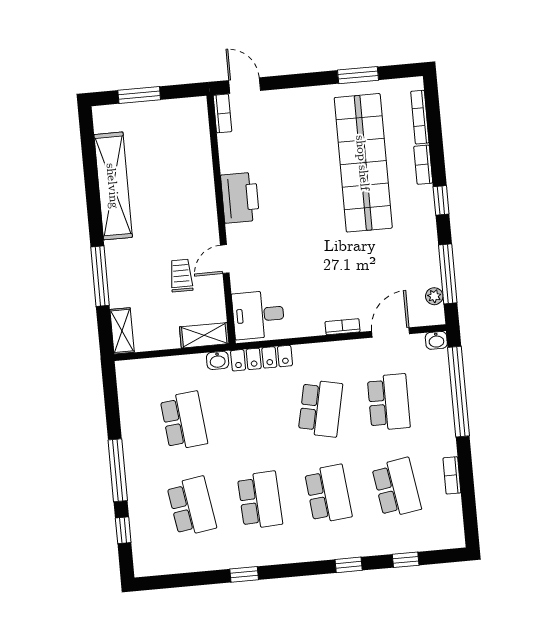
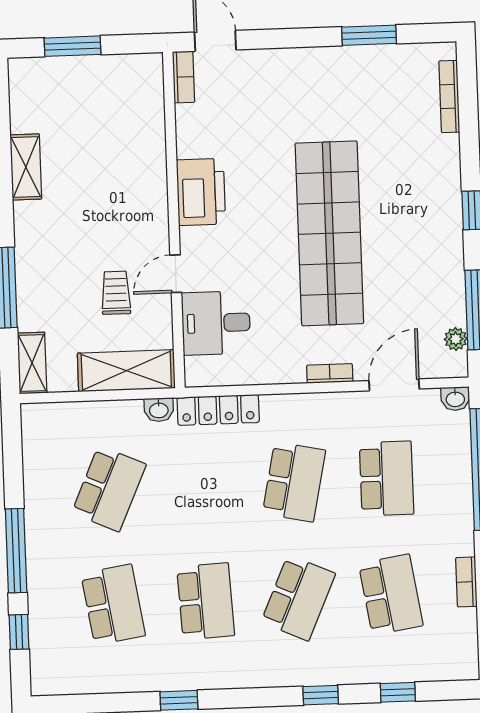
shop shelf: (363, 163) -> (329, 233), moved
bookcase: (423, 165) -> (450, 161), removed
shelving: (113, 186) -> (26, 167), width x0.45, depth x0.75
desk: (258, 315) -> (216, 323), moved
shelving: (204, 335) -> (126, 371), width x1.50, depth x1.33
school desk: (184, 421) -> (109, 489), turned 30
school desk: (328, 494) -> (298, 598), turned 30

